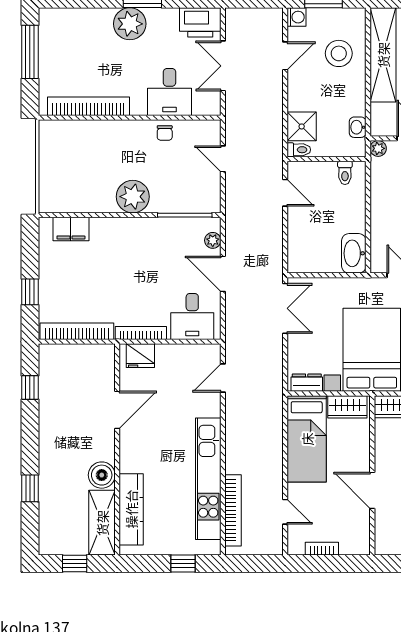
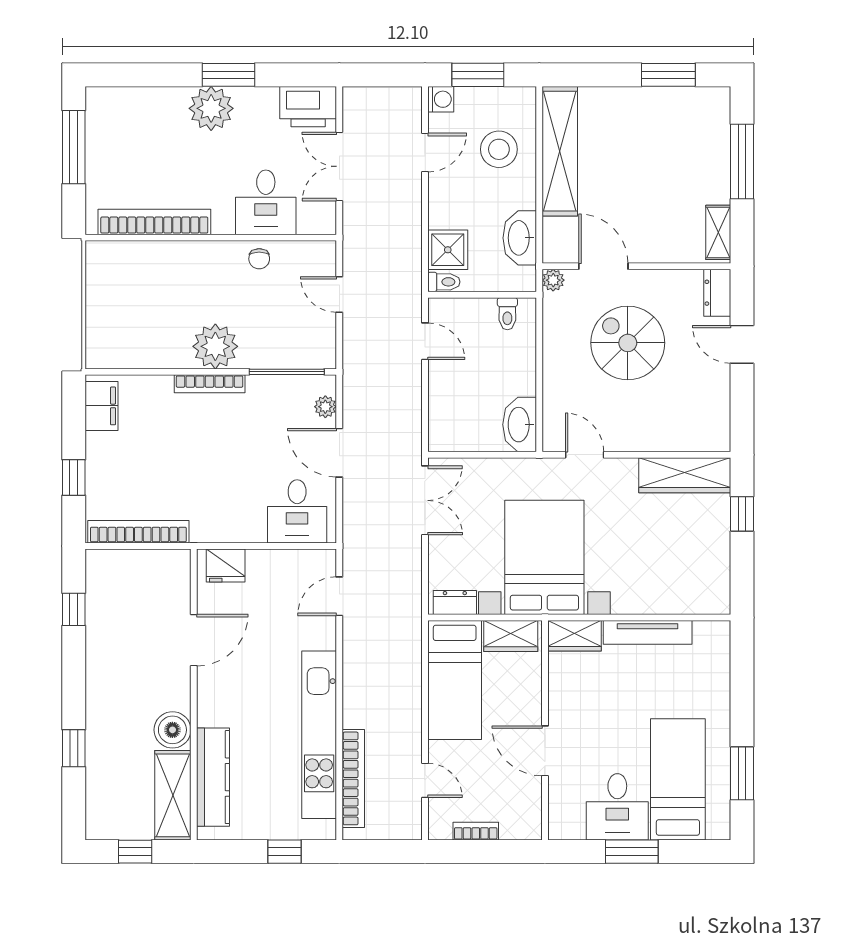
washbasin: (358, 127) -> (520, 238), width x1.91, depth x1.45
filing cabinet: (71, 229) -> (102, 406), moved, turned -90
bookcase: (141, 333) -> (210, 384), moved, turned 180

